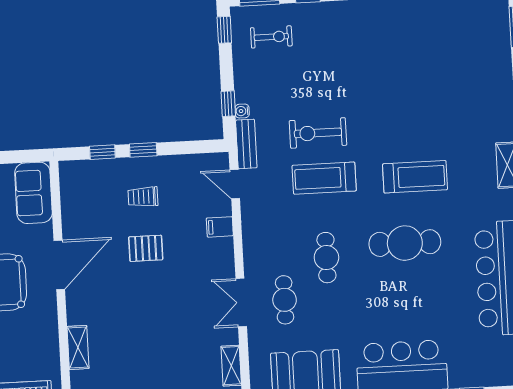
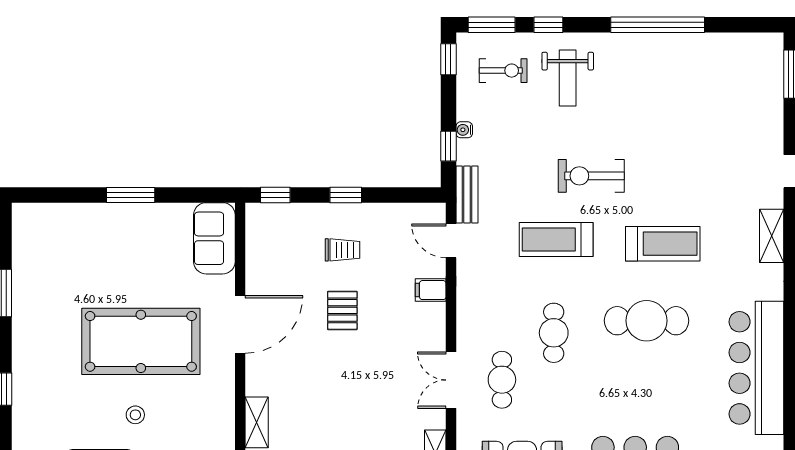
weight bench: (327, 40) -> (568, 78), added
water cooler: (242, 111) -> (464, 130), moved
exercise bike: (318, 133) -> (591, 176), moved
window: (102, 152) -> (275, 195), moved
trolley: (143, 197) -> (342, 250), turned 180
pallet: (146, 248) -> (342, 310), turned 90

